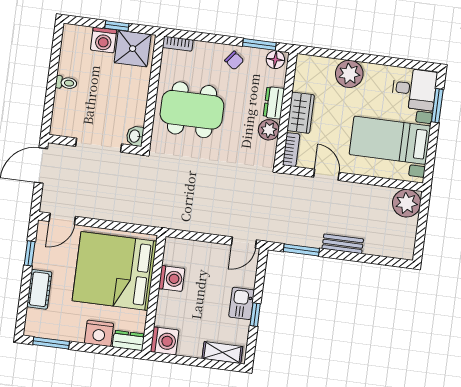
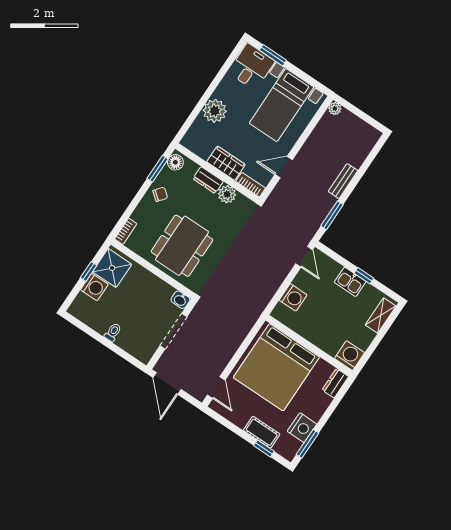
plant: (407, 203) -> (335, 109), width x0.53, depth x0.53
window: (30, 253) -> (264, 448), moved
washing machine: (172, 279) -> (293, 297), moved, turned 90
nightstand: (99, 333) -> (302, 428), moved

